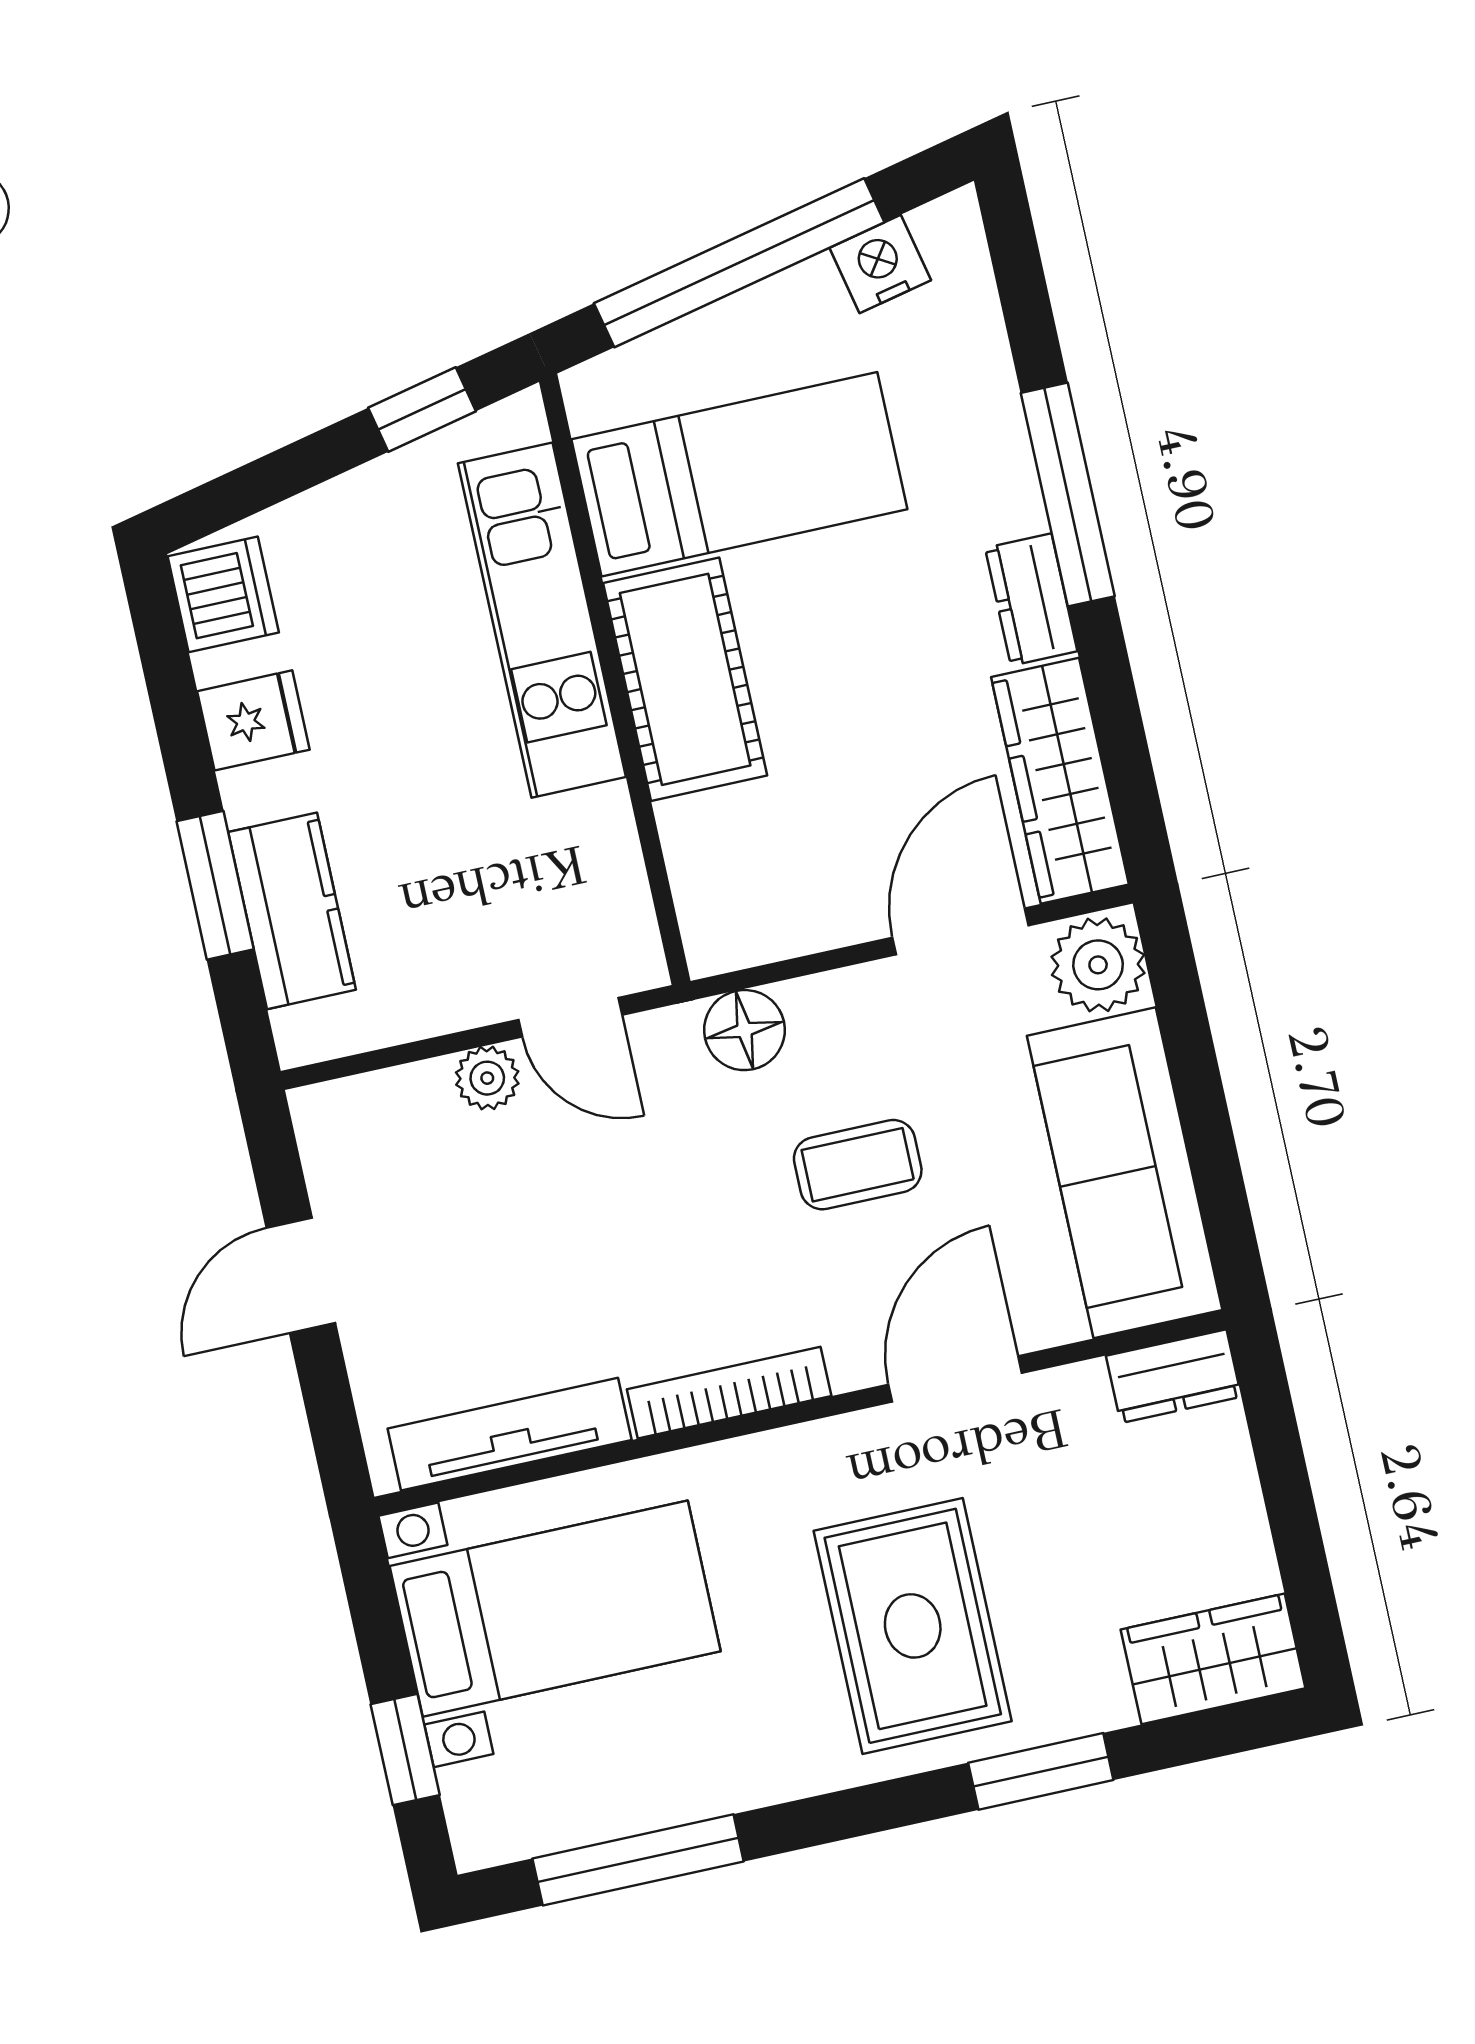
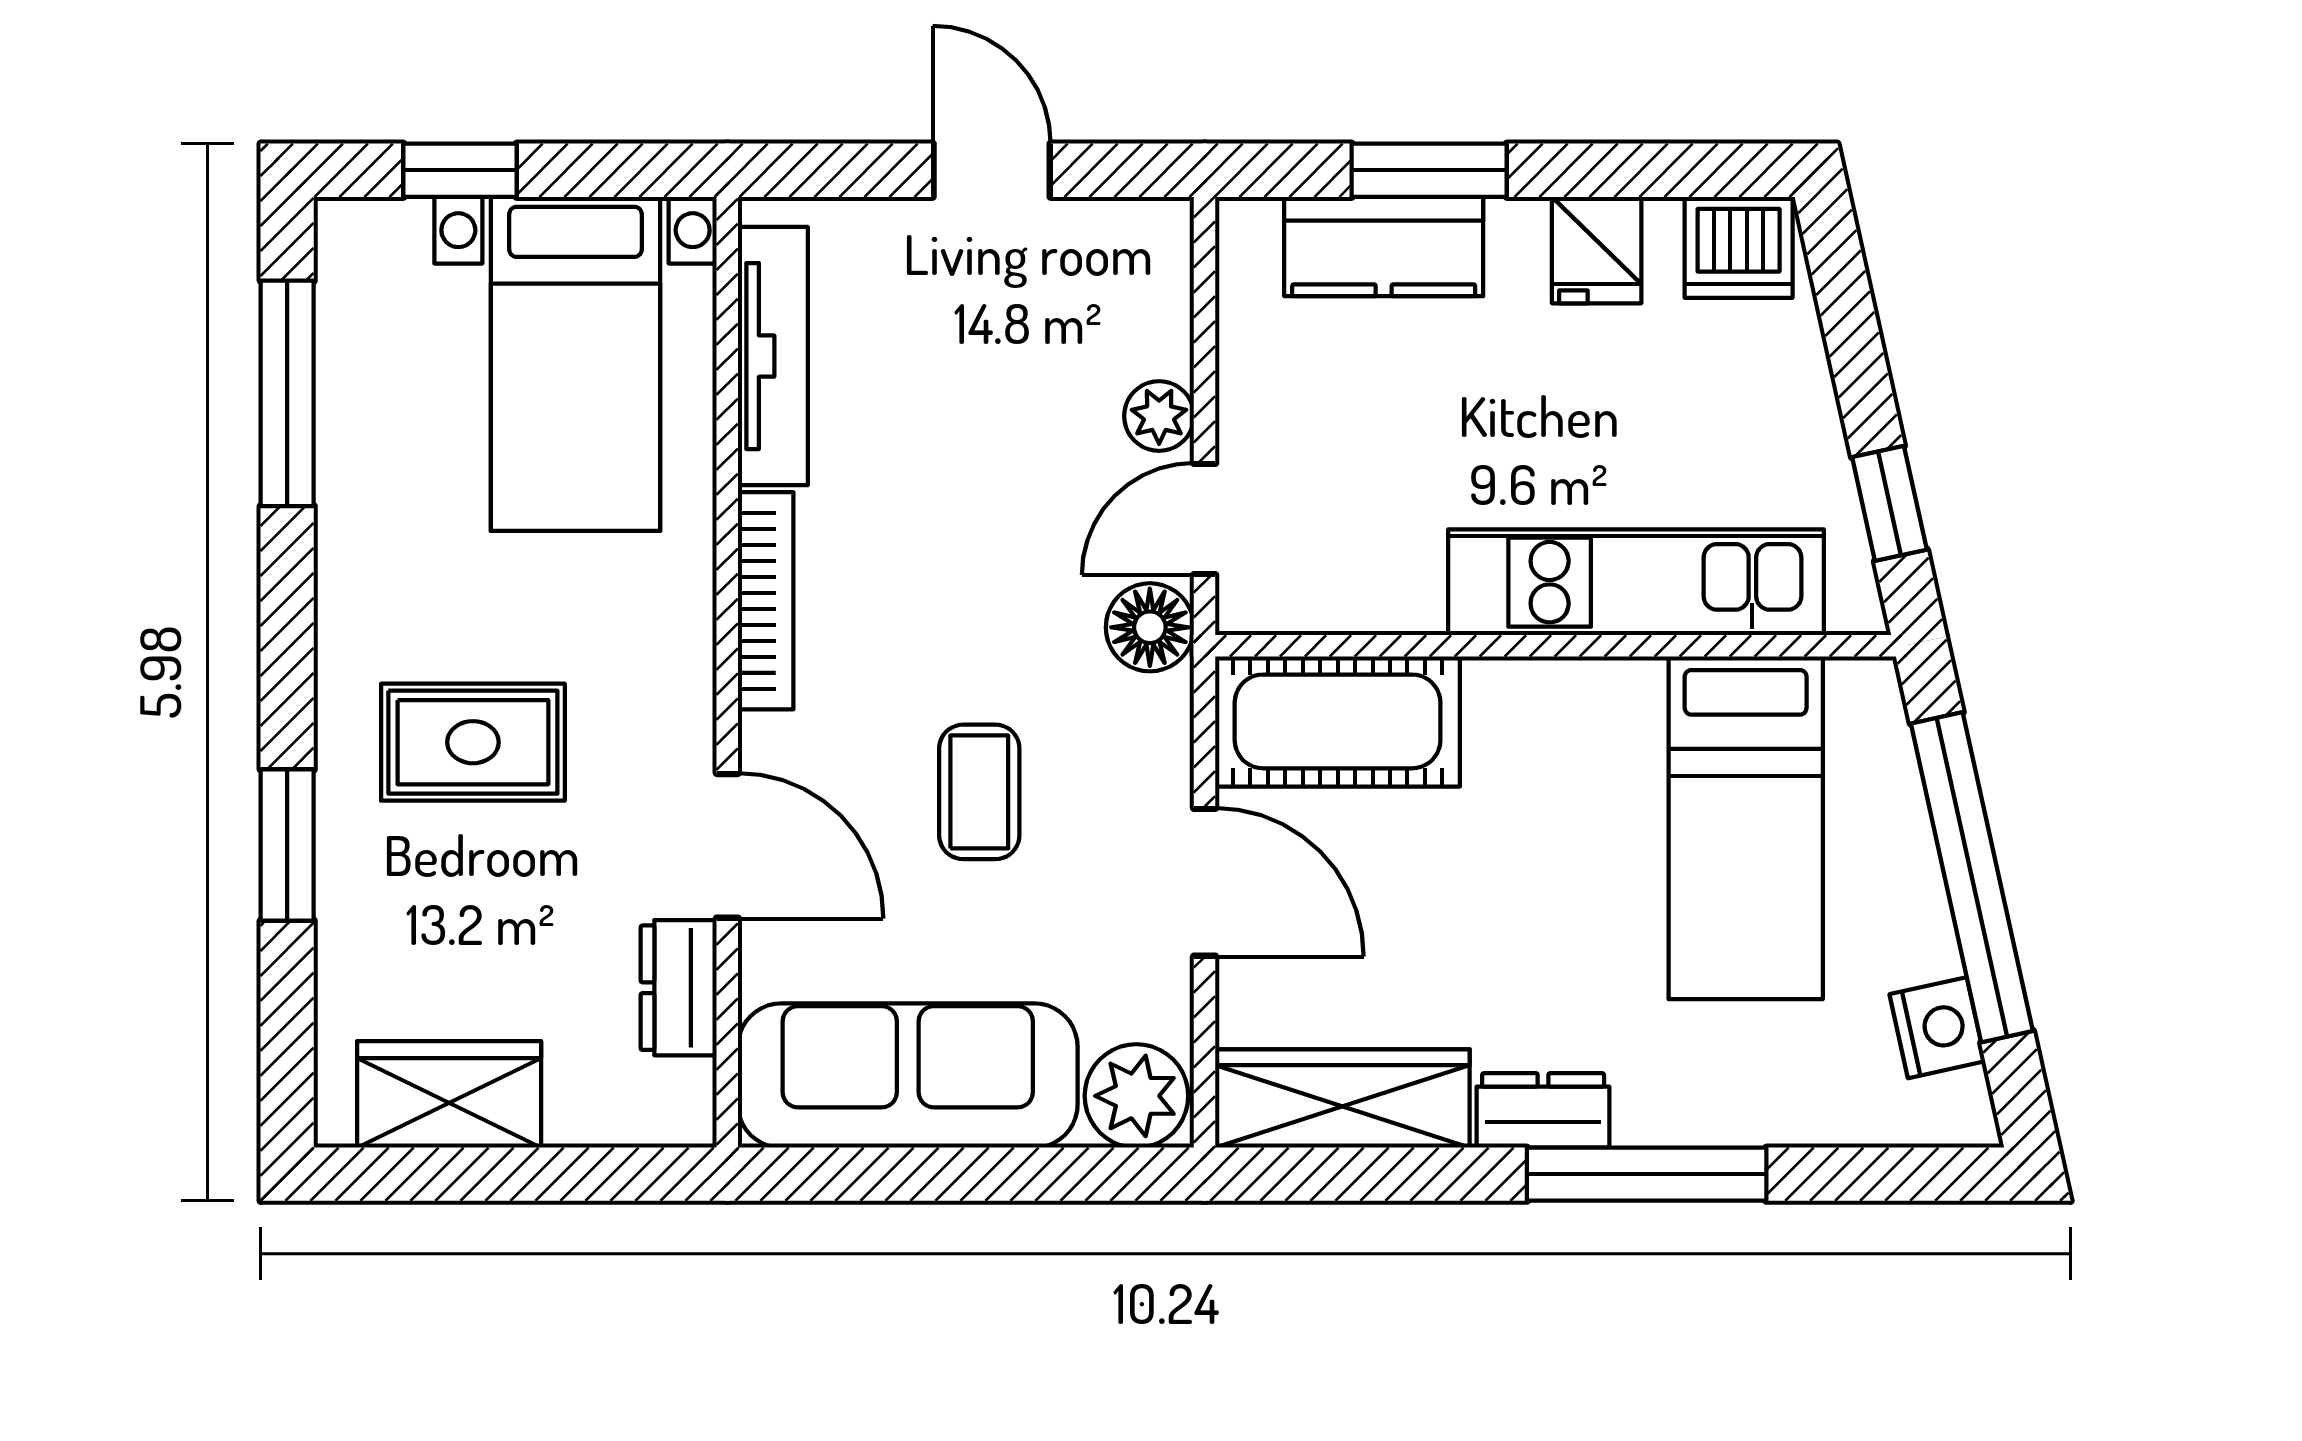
cot: (685, 679) -> (1338, 721), moved
door: (961, 931) -> (1205, 882), moved
floor lamp: (744, 1030) -> (1150, 627), moved
dresser: (1174, 1376) -> (679, 988), moved
rug: (913, 1626) -> (473, 742), width x0.73, depth x0.70
wardrobe: (1213, 1659) -> (449, 1094), moved, turned -90

